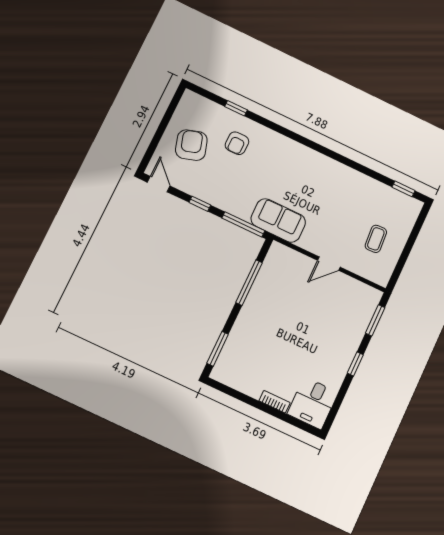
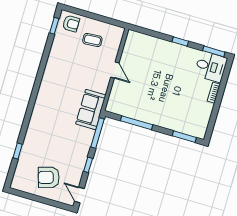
armchair: (237, 143) -> (71, 24), moved
door: (159, 184) -> (79, 195), hinge flipped
window: (375, 320) -> (214, 51), moved

